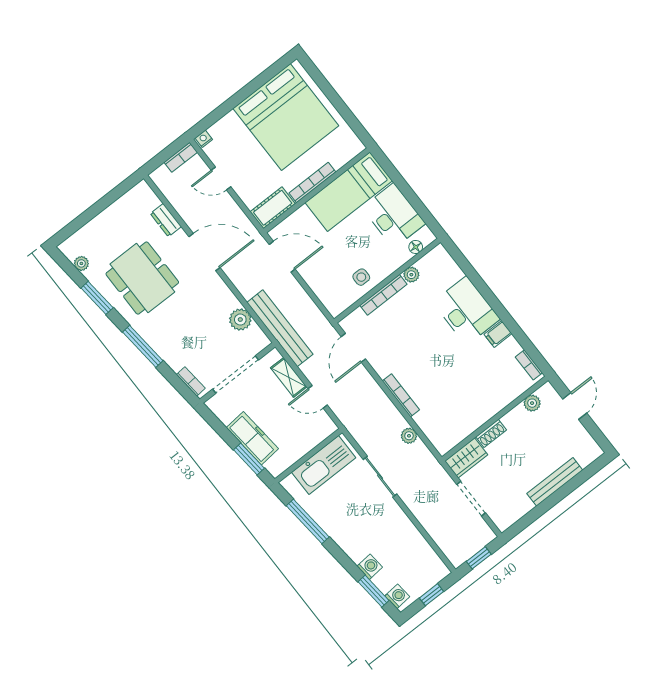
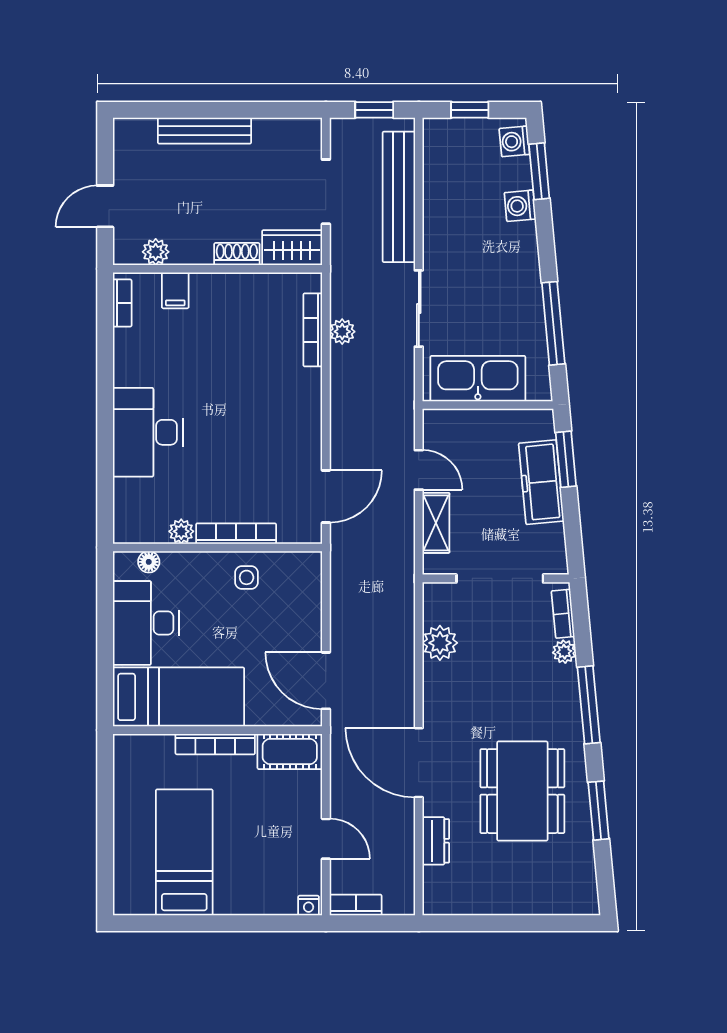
bed: (286, 117) -> (184, 852), width x0.49
plant: (81, 263) -> (564, 652), moved
bench: (280, 328) -> (399, 197), moved
filing cabinet: (498, 334) -> (175, 290), moved, turned 90
bookcase: (401, 395) -> (313, 330), moved

